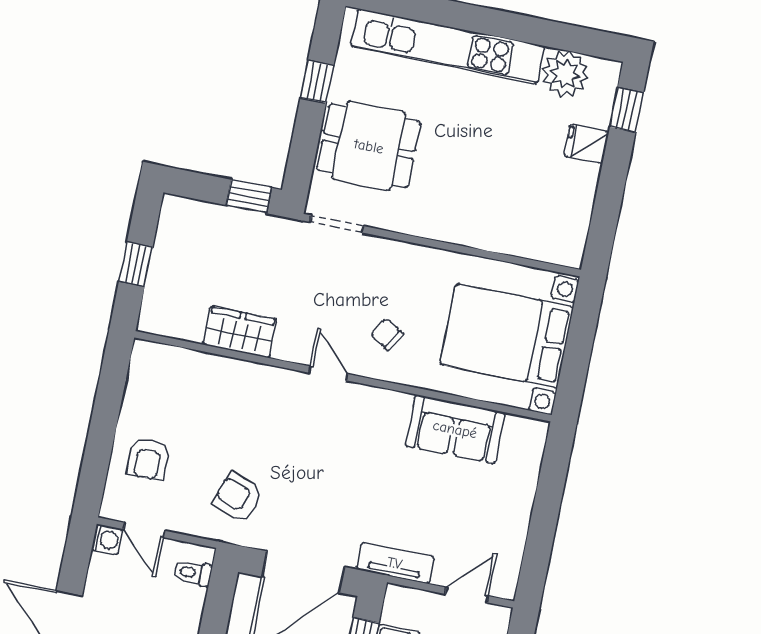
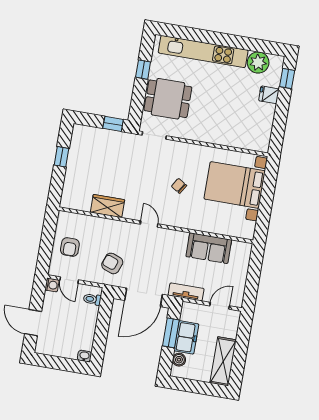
wardrobe: (240, 332) -> (107, 206), moved
door: (328, 373) -> (149, 224), moved
wall: (343, 376) -> (156, 225), moved
sofa: (455, 429) -> (209, 248), moved

